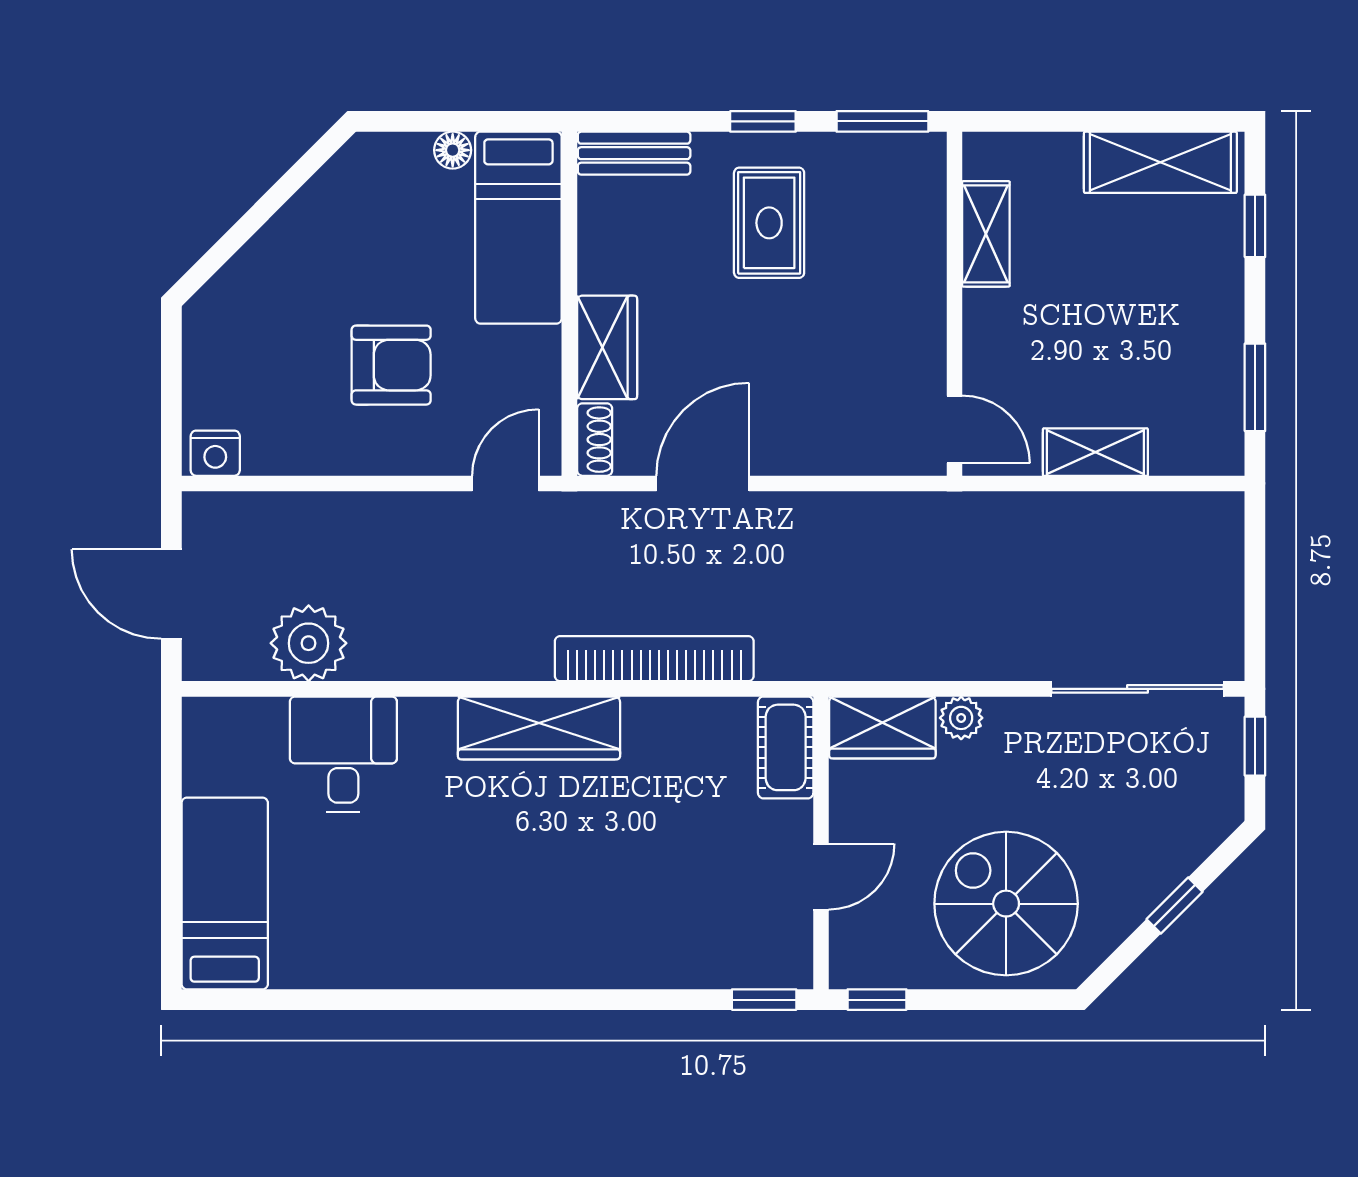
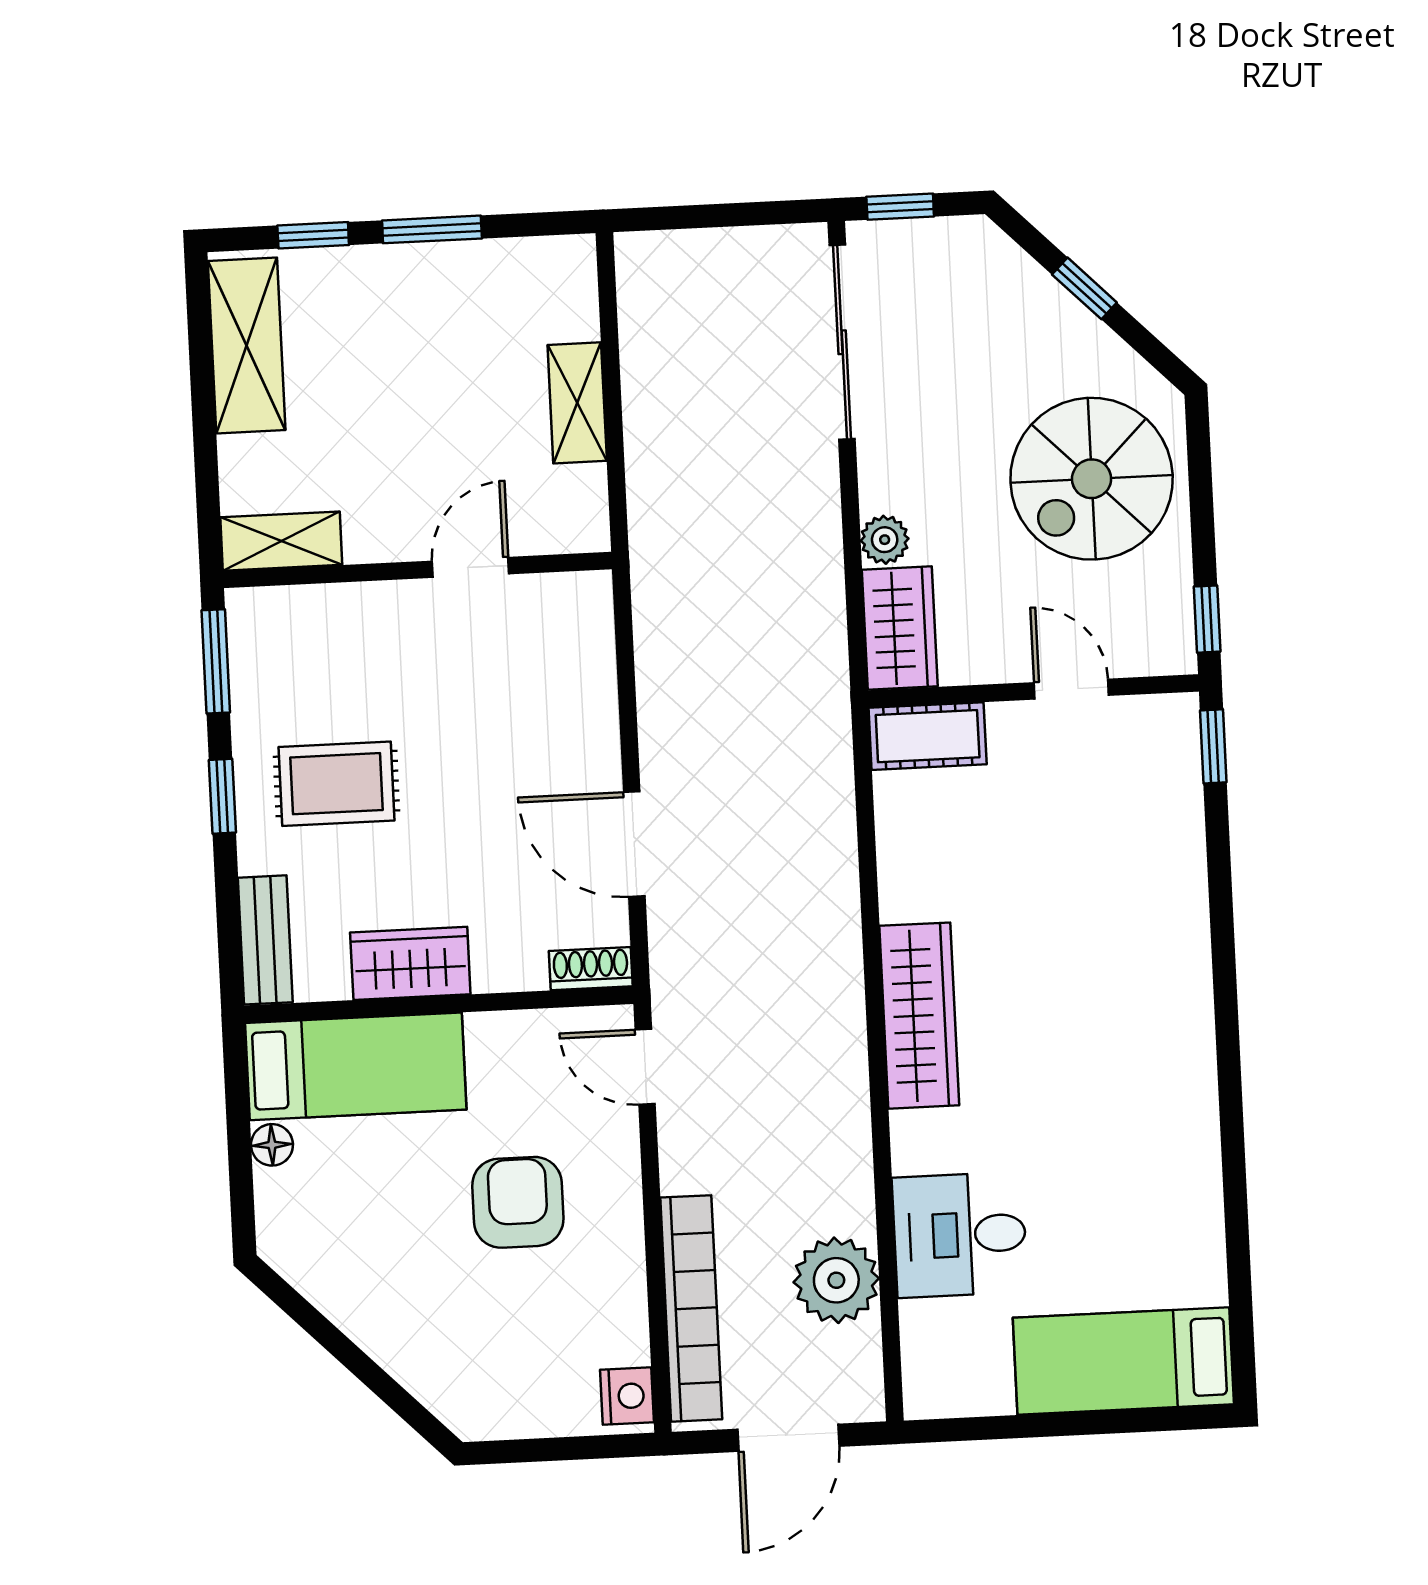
shelving: (986, 234) -> (281, 541), moved
wardrobe: (607, 347) -> (410, 963), moved
window: (1255, 387) -> (432, 229), moved
door: (955, 429) -> (471, 567), moved
bookcase: (654, 659) -> (691, 1308), moved, turned 180

